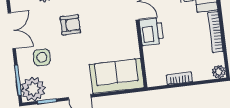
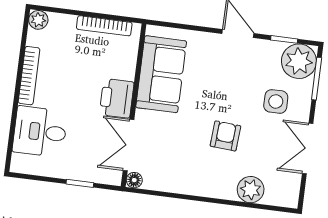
armchair: (70, 25) -> (225, 136), turned 94
sofa: (117, 76) -> (161, 74), moved, turned -90
bookcase: (180, 78) -> (104, 26), width x1.56

